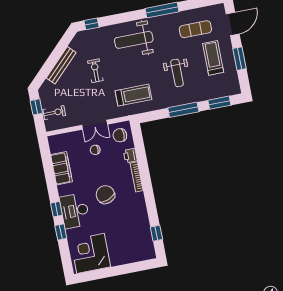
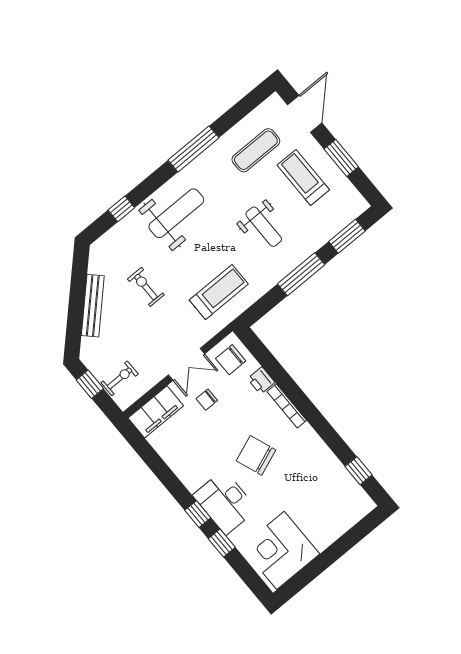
window: (92, 24) -> (121, 209), moved
weight bench: (134, 40) -> (176, 213), turned 180
filing cabinet: (61, 168) -> (156, 412), moved, turned 90

